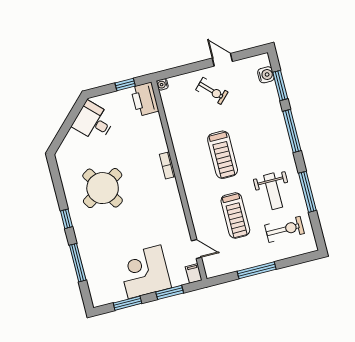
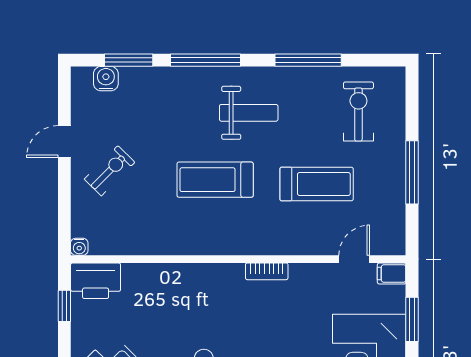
treadmill: (223, 155) -> (215, 180), turned 180
bookcase: (167, 165) -> (267, 271), moved
weight bench: (273, 191) -> (249, 113), moved

